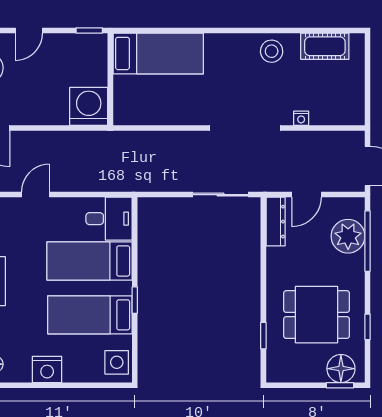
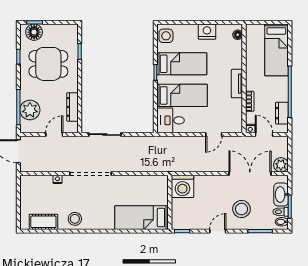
dresser: (276, 222) -> (72, 107), moved

